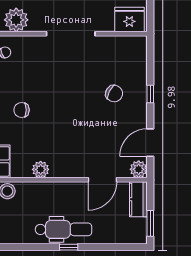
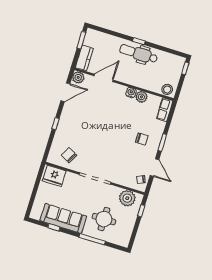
chair: (114, 94) -> (69, 155), moved
water cooler: (57, 171) -> (131, 93), added

